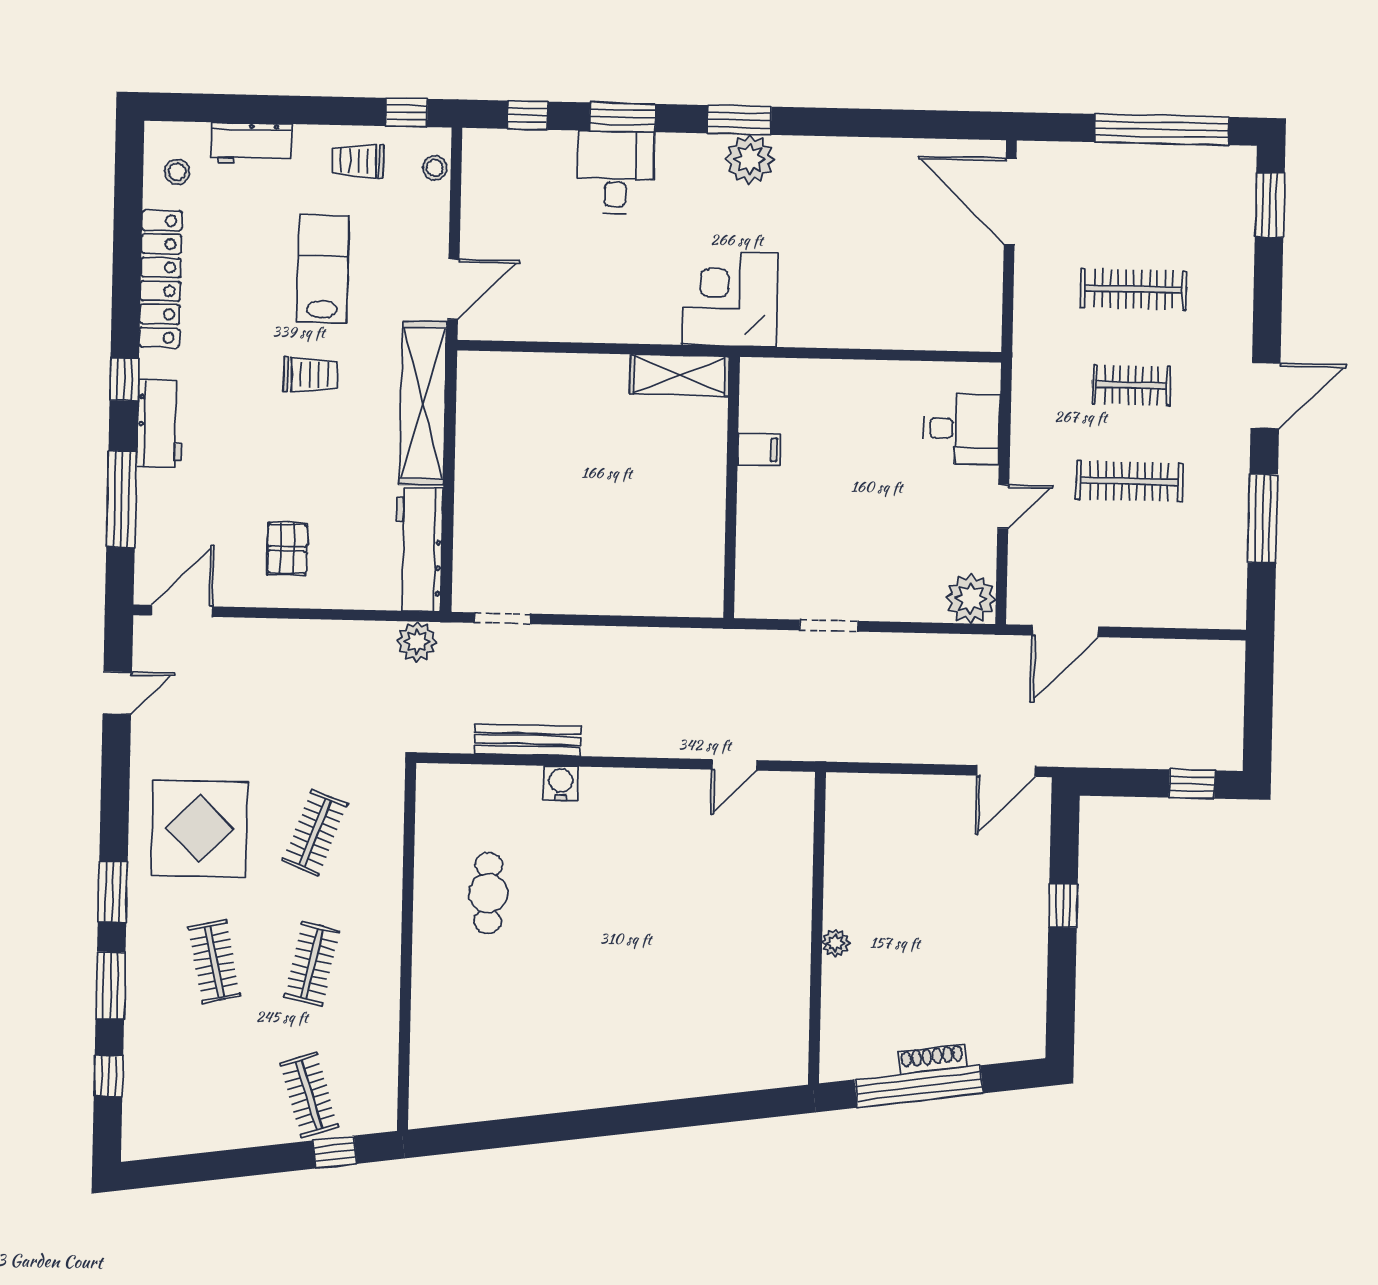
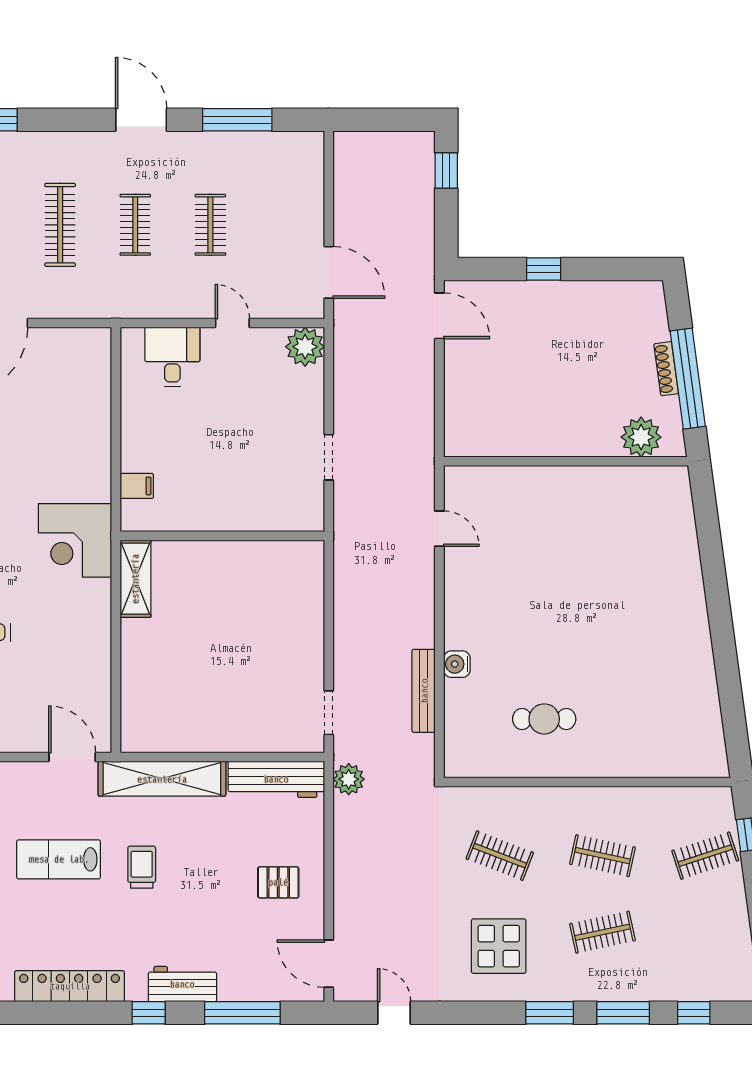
filing cabinet: (759, 450) -> (137, 486), moved, turned 90
clothes rail: (1129, 481) -> (210, 225), width x0.73
display table: (199, 829) -> (499, 946), width x0.73, depth x0.73
plant: (836, 943) -> (641, 437), moved, width x1.88, depth x1.88

